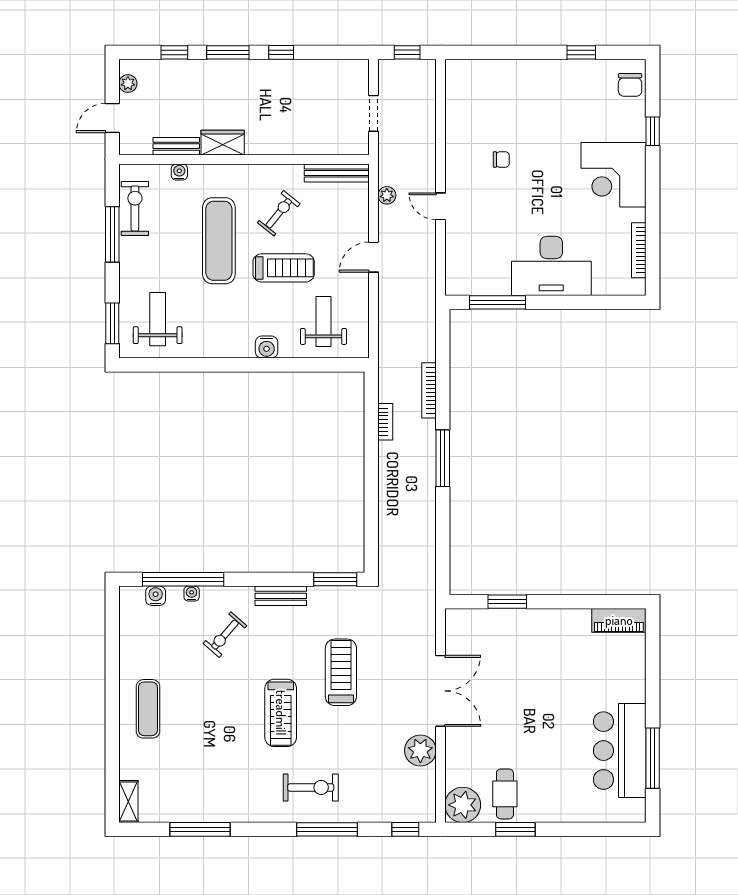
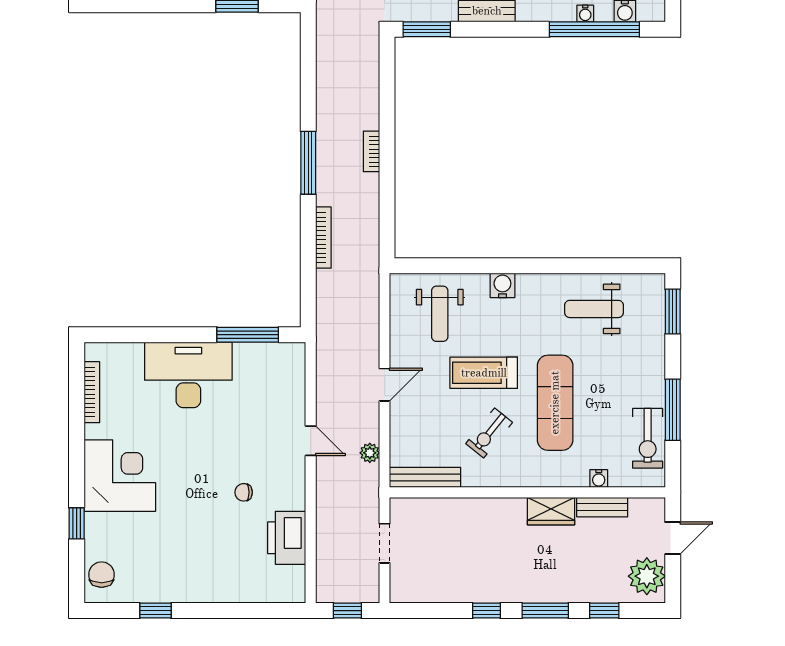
plant: (128, 84) -> (647, 576), width x1.88, depth x1.88
printer: (462, 118) -> (287, 538), added
weight bench: (158, 319) -> (594, 309), moved, turned 90
bookcase: (385, 422) -> (371, 151), moved

